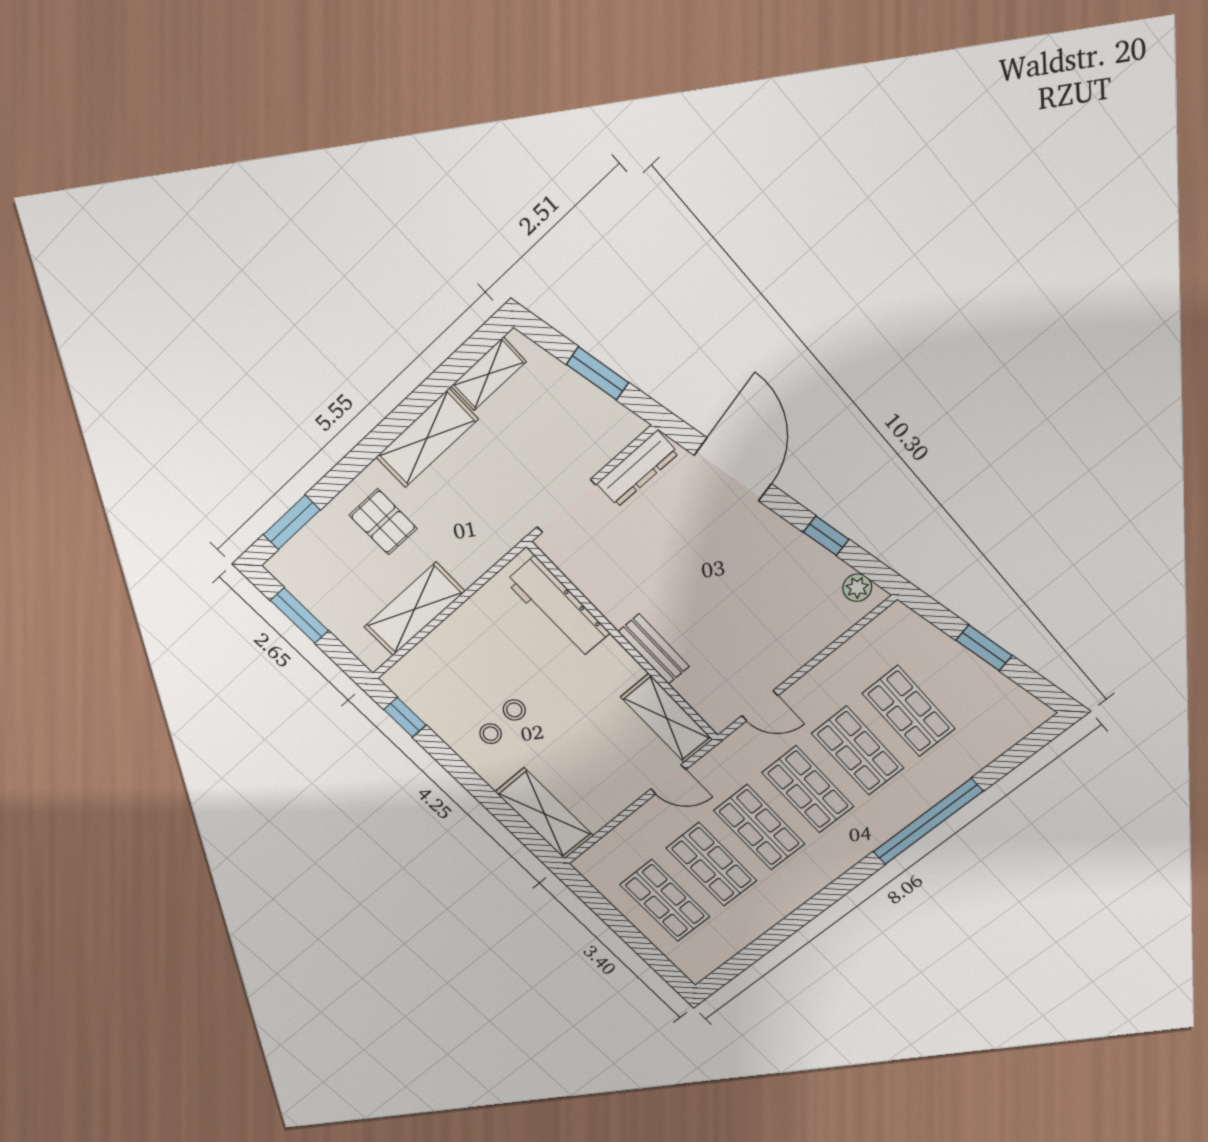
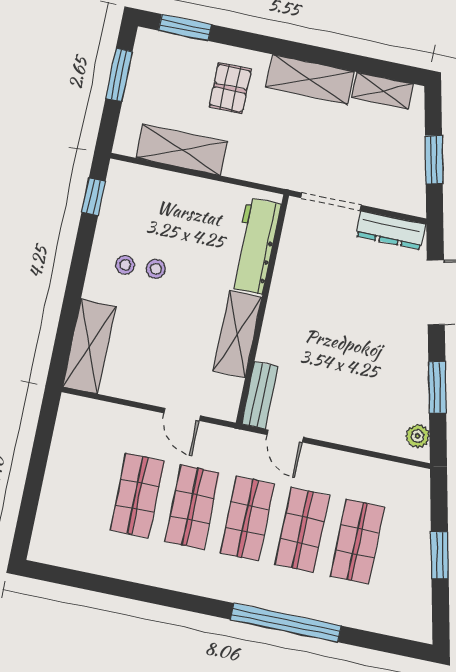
window: (826, 536) -> (437, 387), width x1.50
bench: (654, 649) -> (260, 395), moved
shelving: (667, 718) -> (237, 334), moved
shop shelf: (665, 901) -> (82, 484), removed

